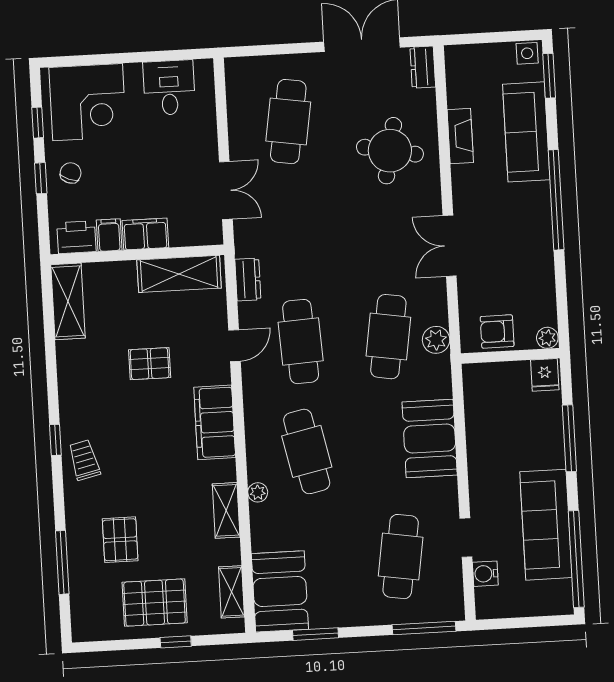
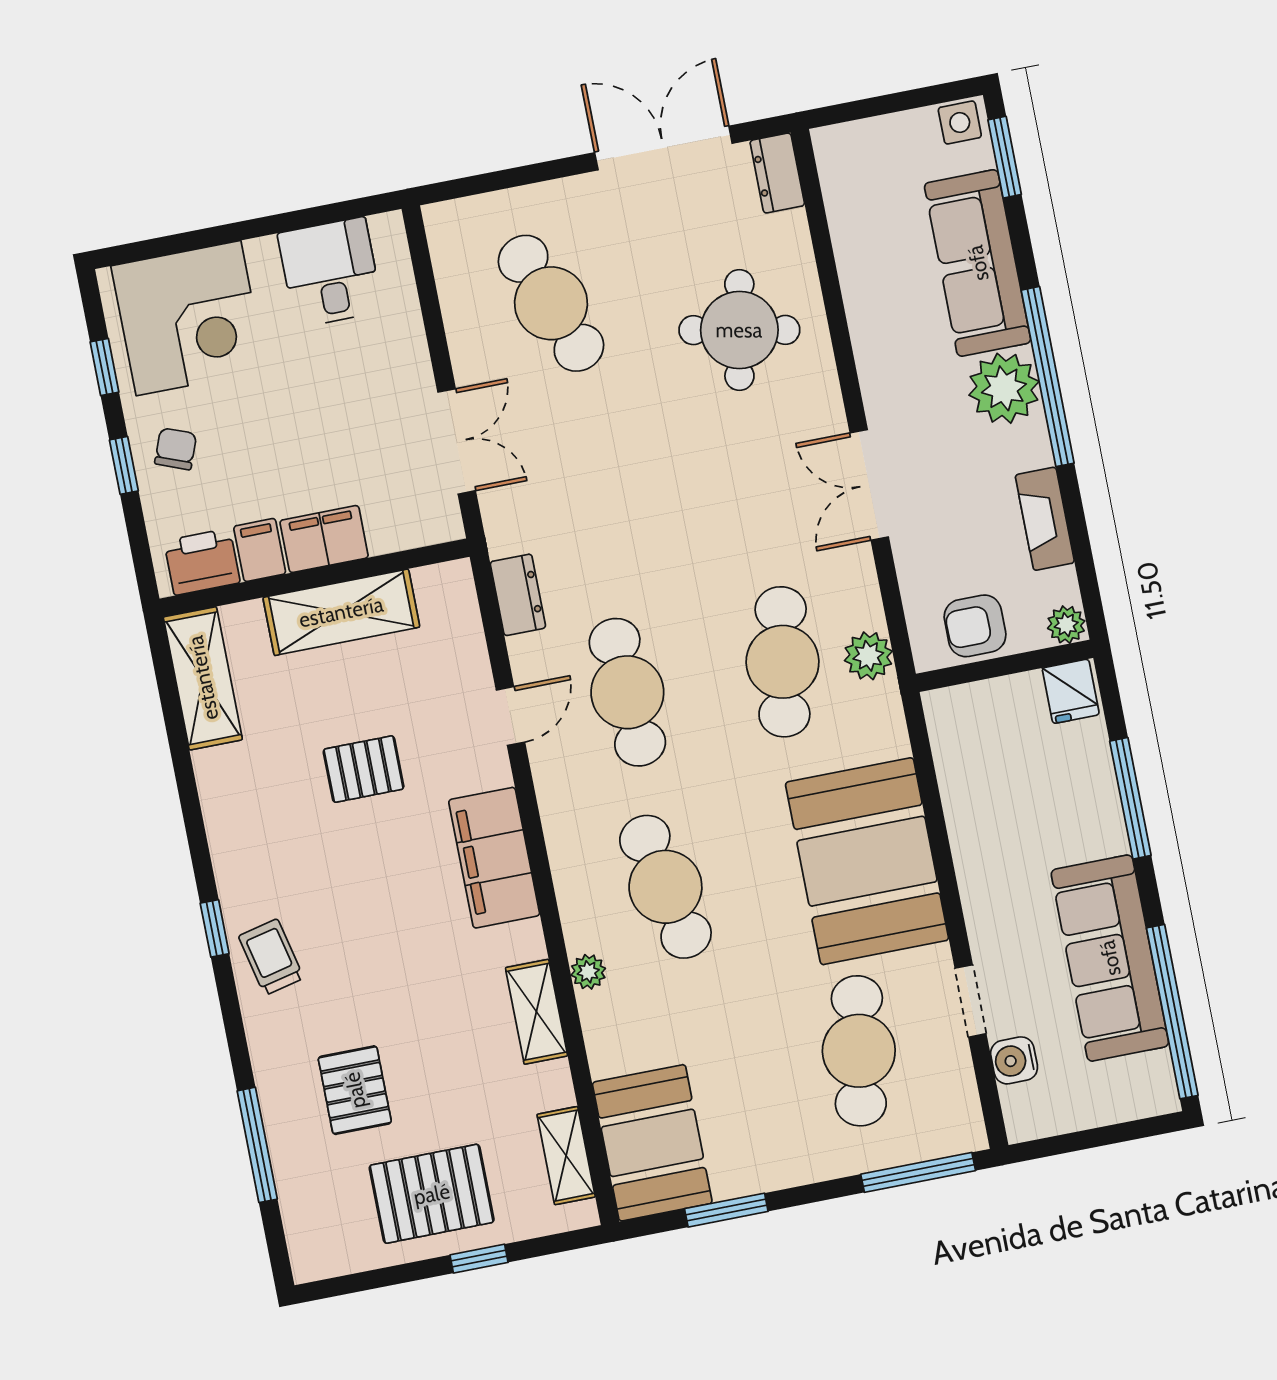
cafe table: (288, 122) -> (551, 303), turned -30
fireplace: (460, 136) -> (1045, 519), moved, turned 180
plant: (531, 203) -> (1004, 388), added
shelving: (179, 274) -> (341, 612), moved
booth: (430, 438) -> (867, 861), width x1.36, depth x1.42

